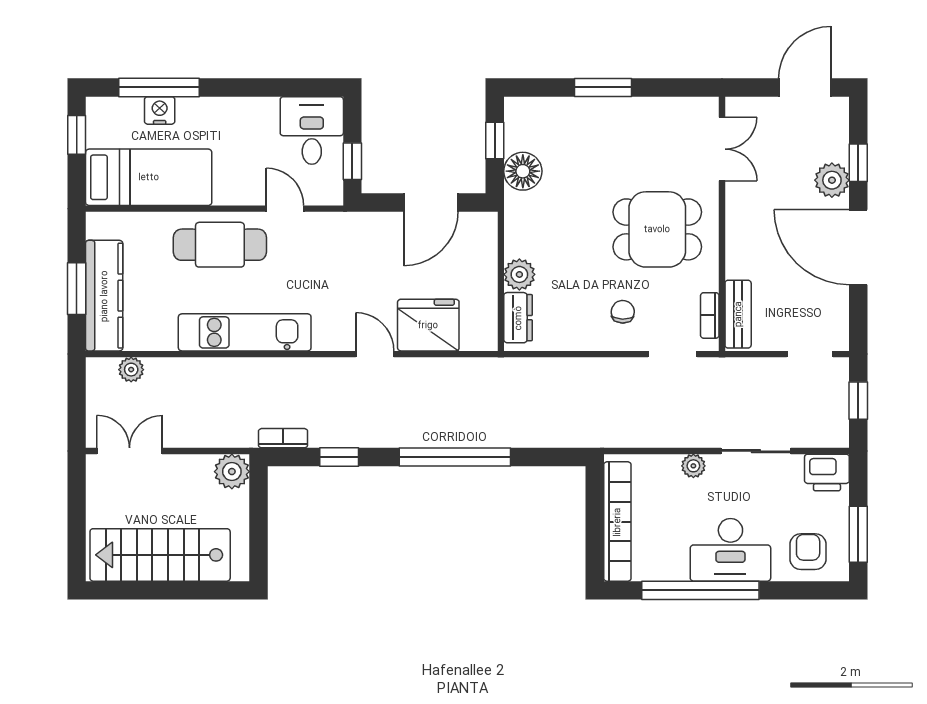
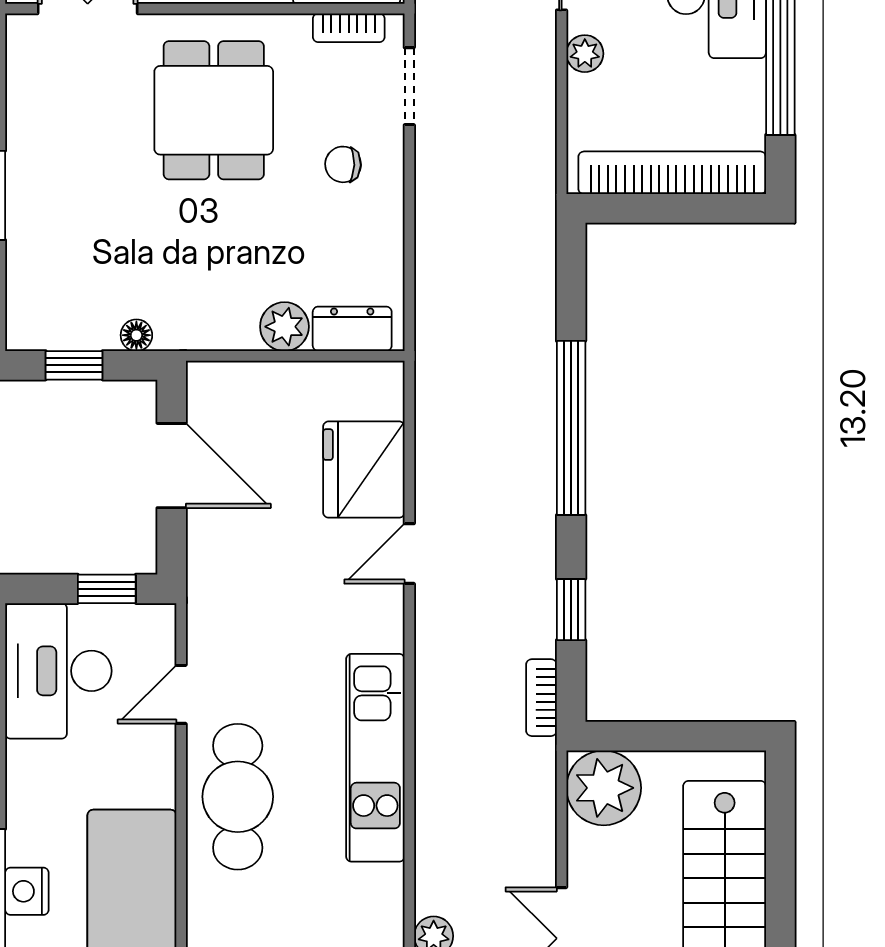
desk: (312, 130) -> (58, 671), width x1.37
floor lamp: (523, 171) -> (136, 335), width x0.53, depth x0.53
plant: (232, 472) -> (604, 788), width x1.36, depth x1.36

